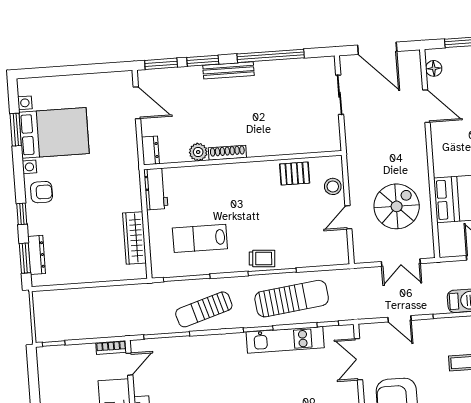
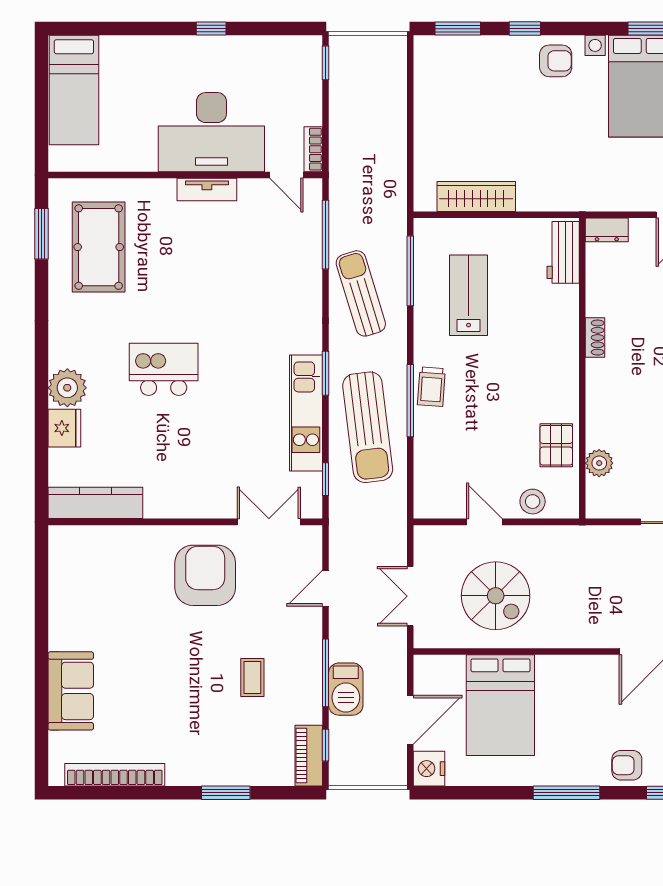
plant: (198, 152) -> (599, 463), moved
shoe rack: (227, 153) -> (595, 338), width x0.70
workbench: (156, 189) -> (563, 252), moved, turned 90
armchair: (41, 192) -> (556, 61), turned -90
dresser: (37, 255) -> (461, 47), removed

